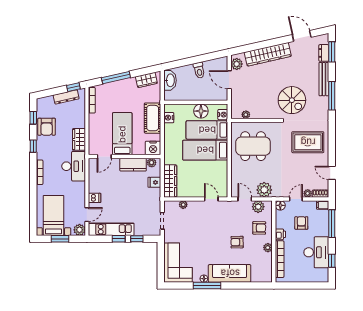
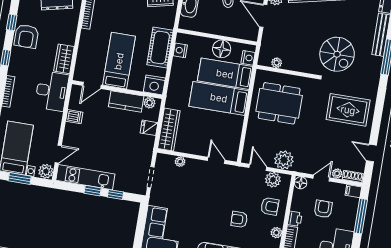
dishwasher: (95, 198) -> (74, 117), moved

